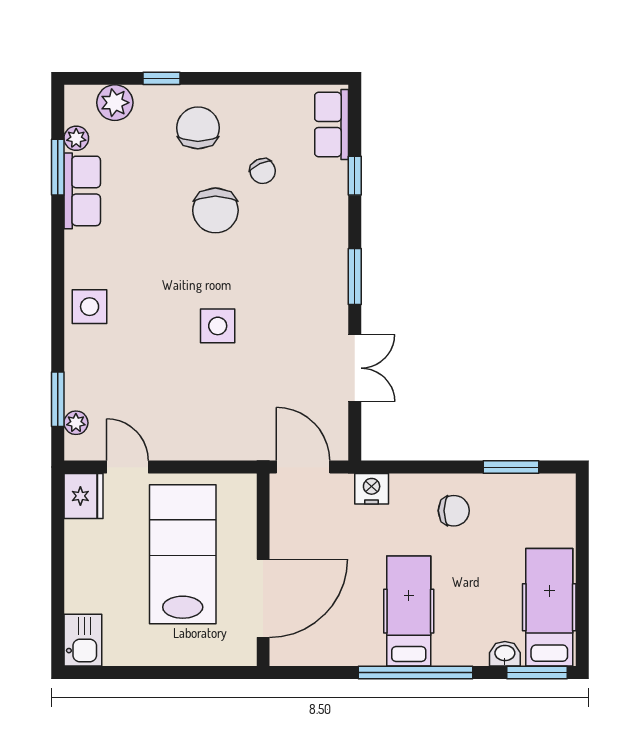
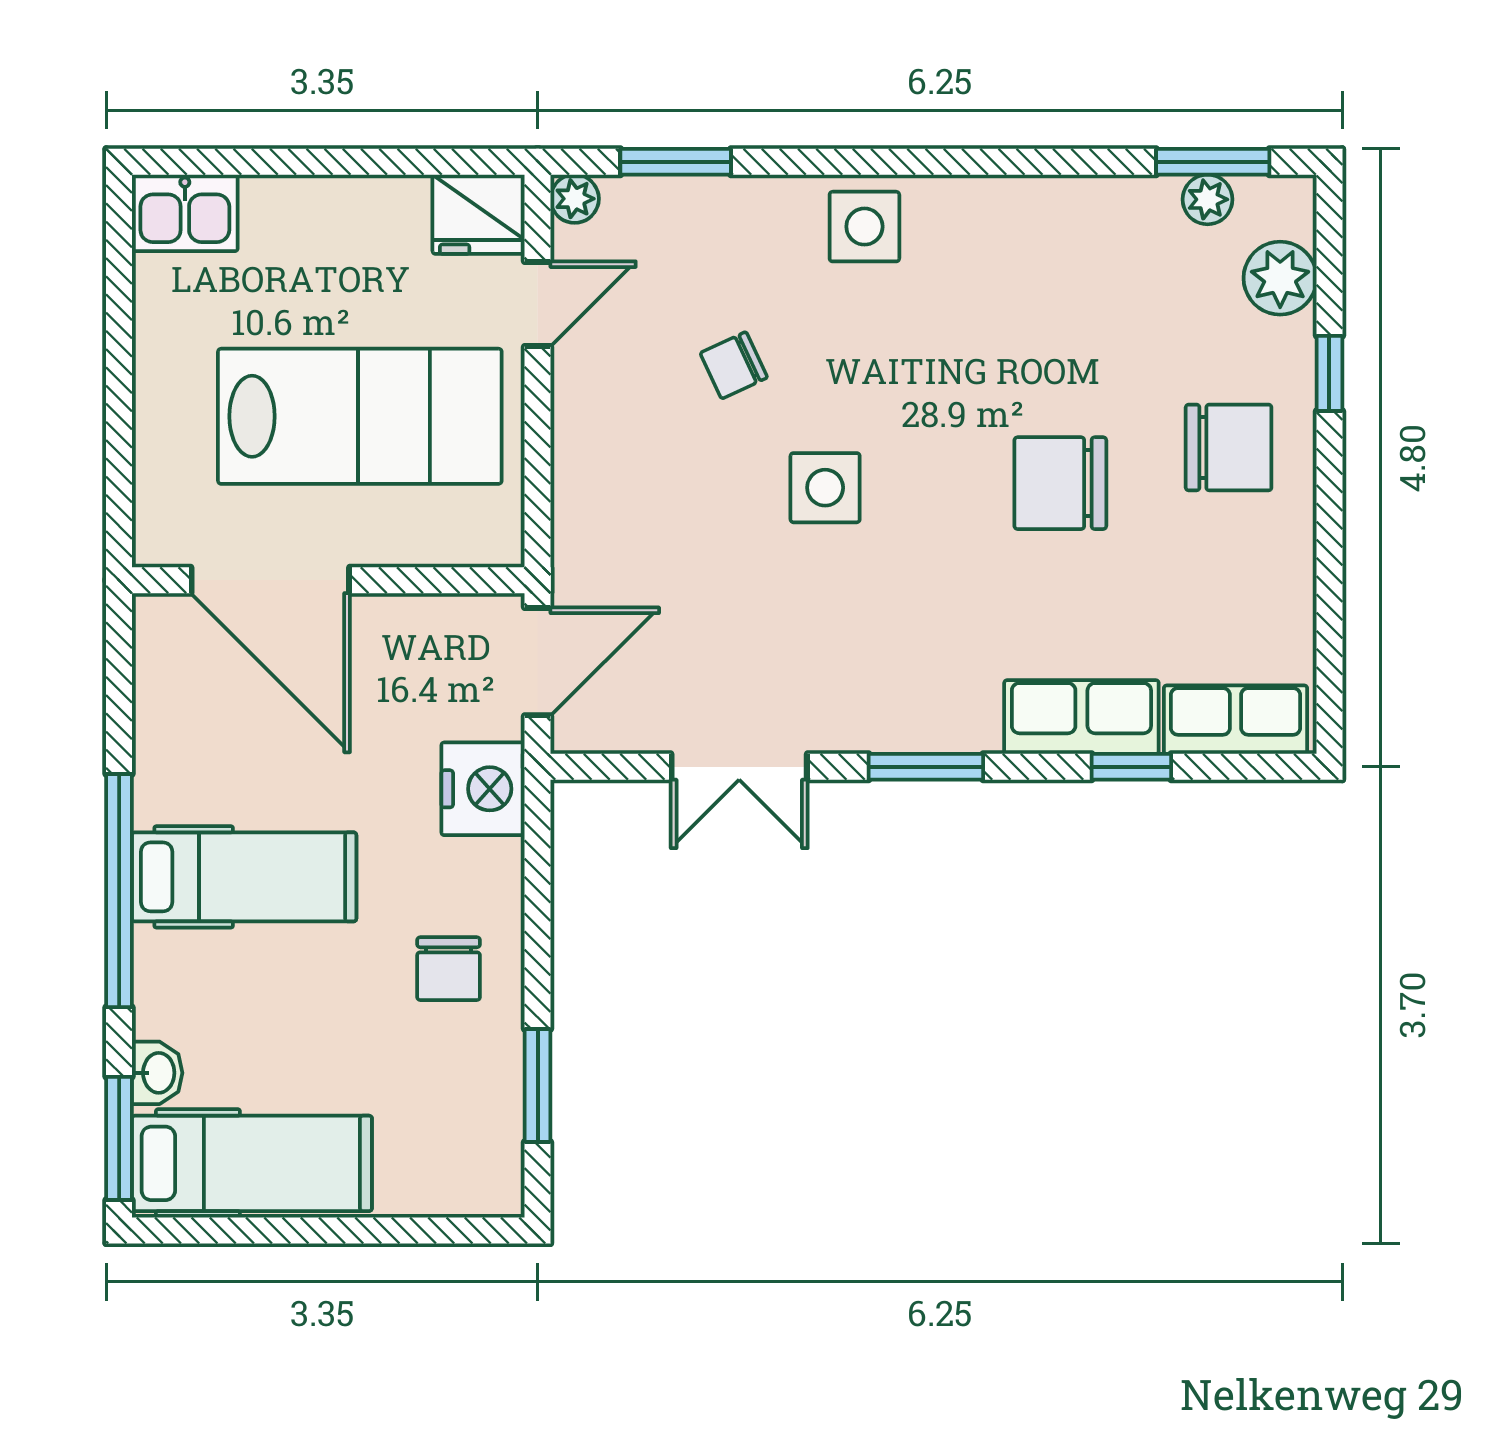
window: (58, 167) -> (1213, 162), moved
chair: (263, 171) -> (734, 365), moved
row of seats: (82, 191) -> (1081, 717), moved, turned 180
plant: (76, 423) -> (575, 199), moved
nightstand: (372, 489) -> (483, 789), width x1.36, depth x1.33

